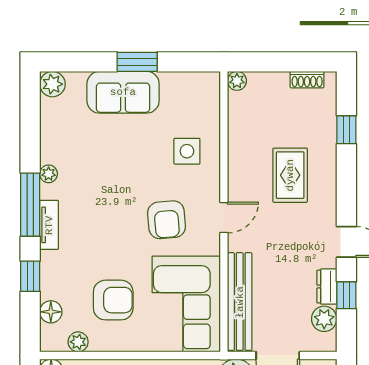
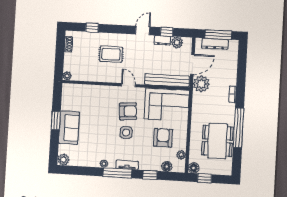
side table: (187, 151) -> (126, 133), moved

